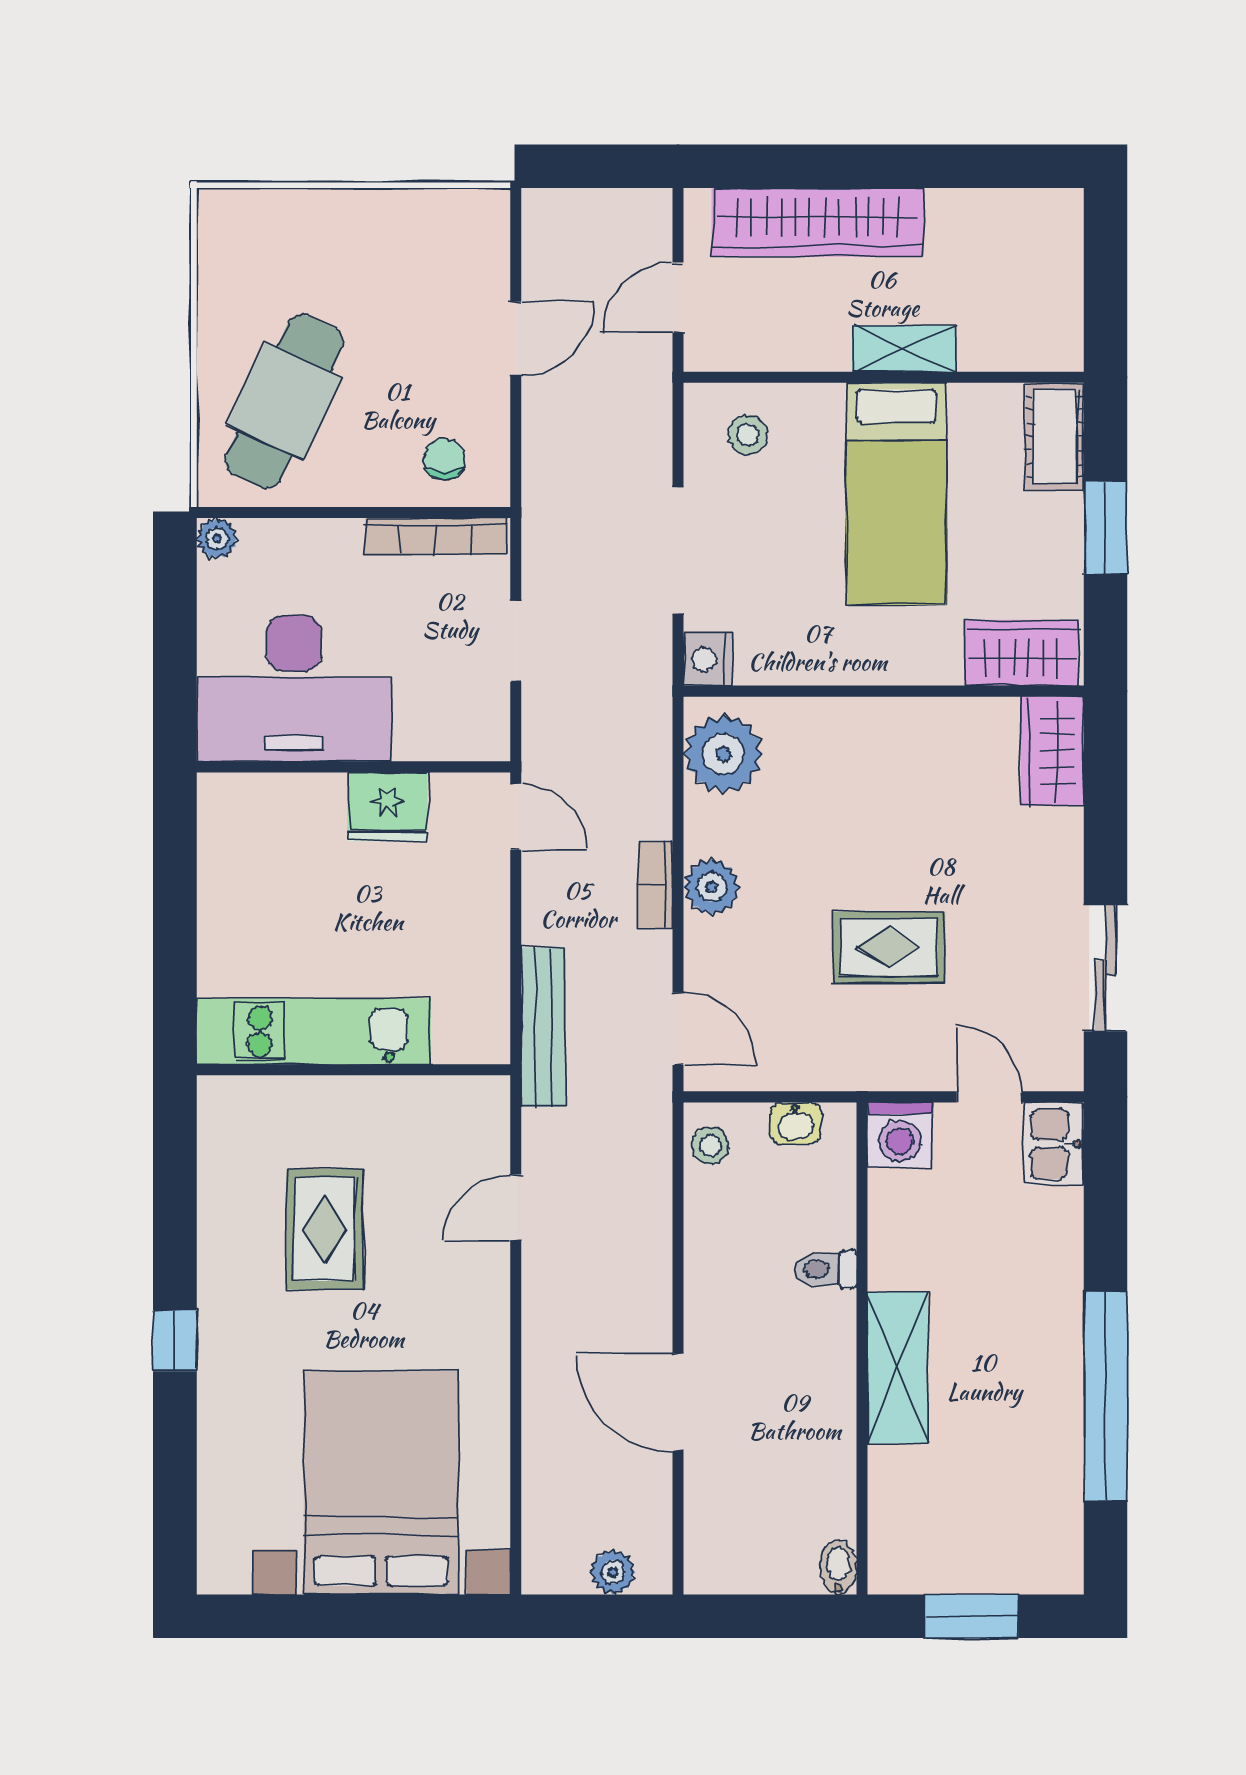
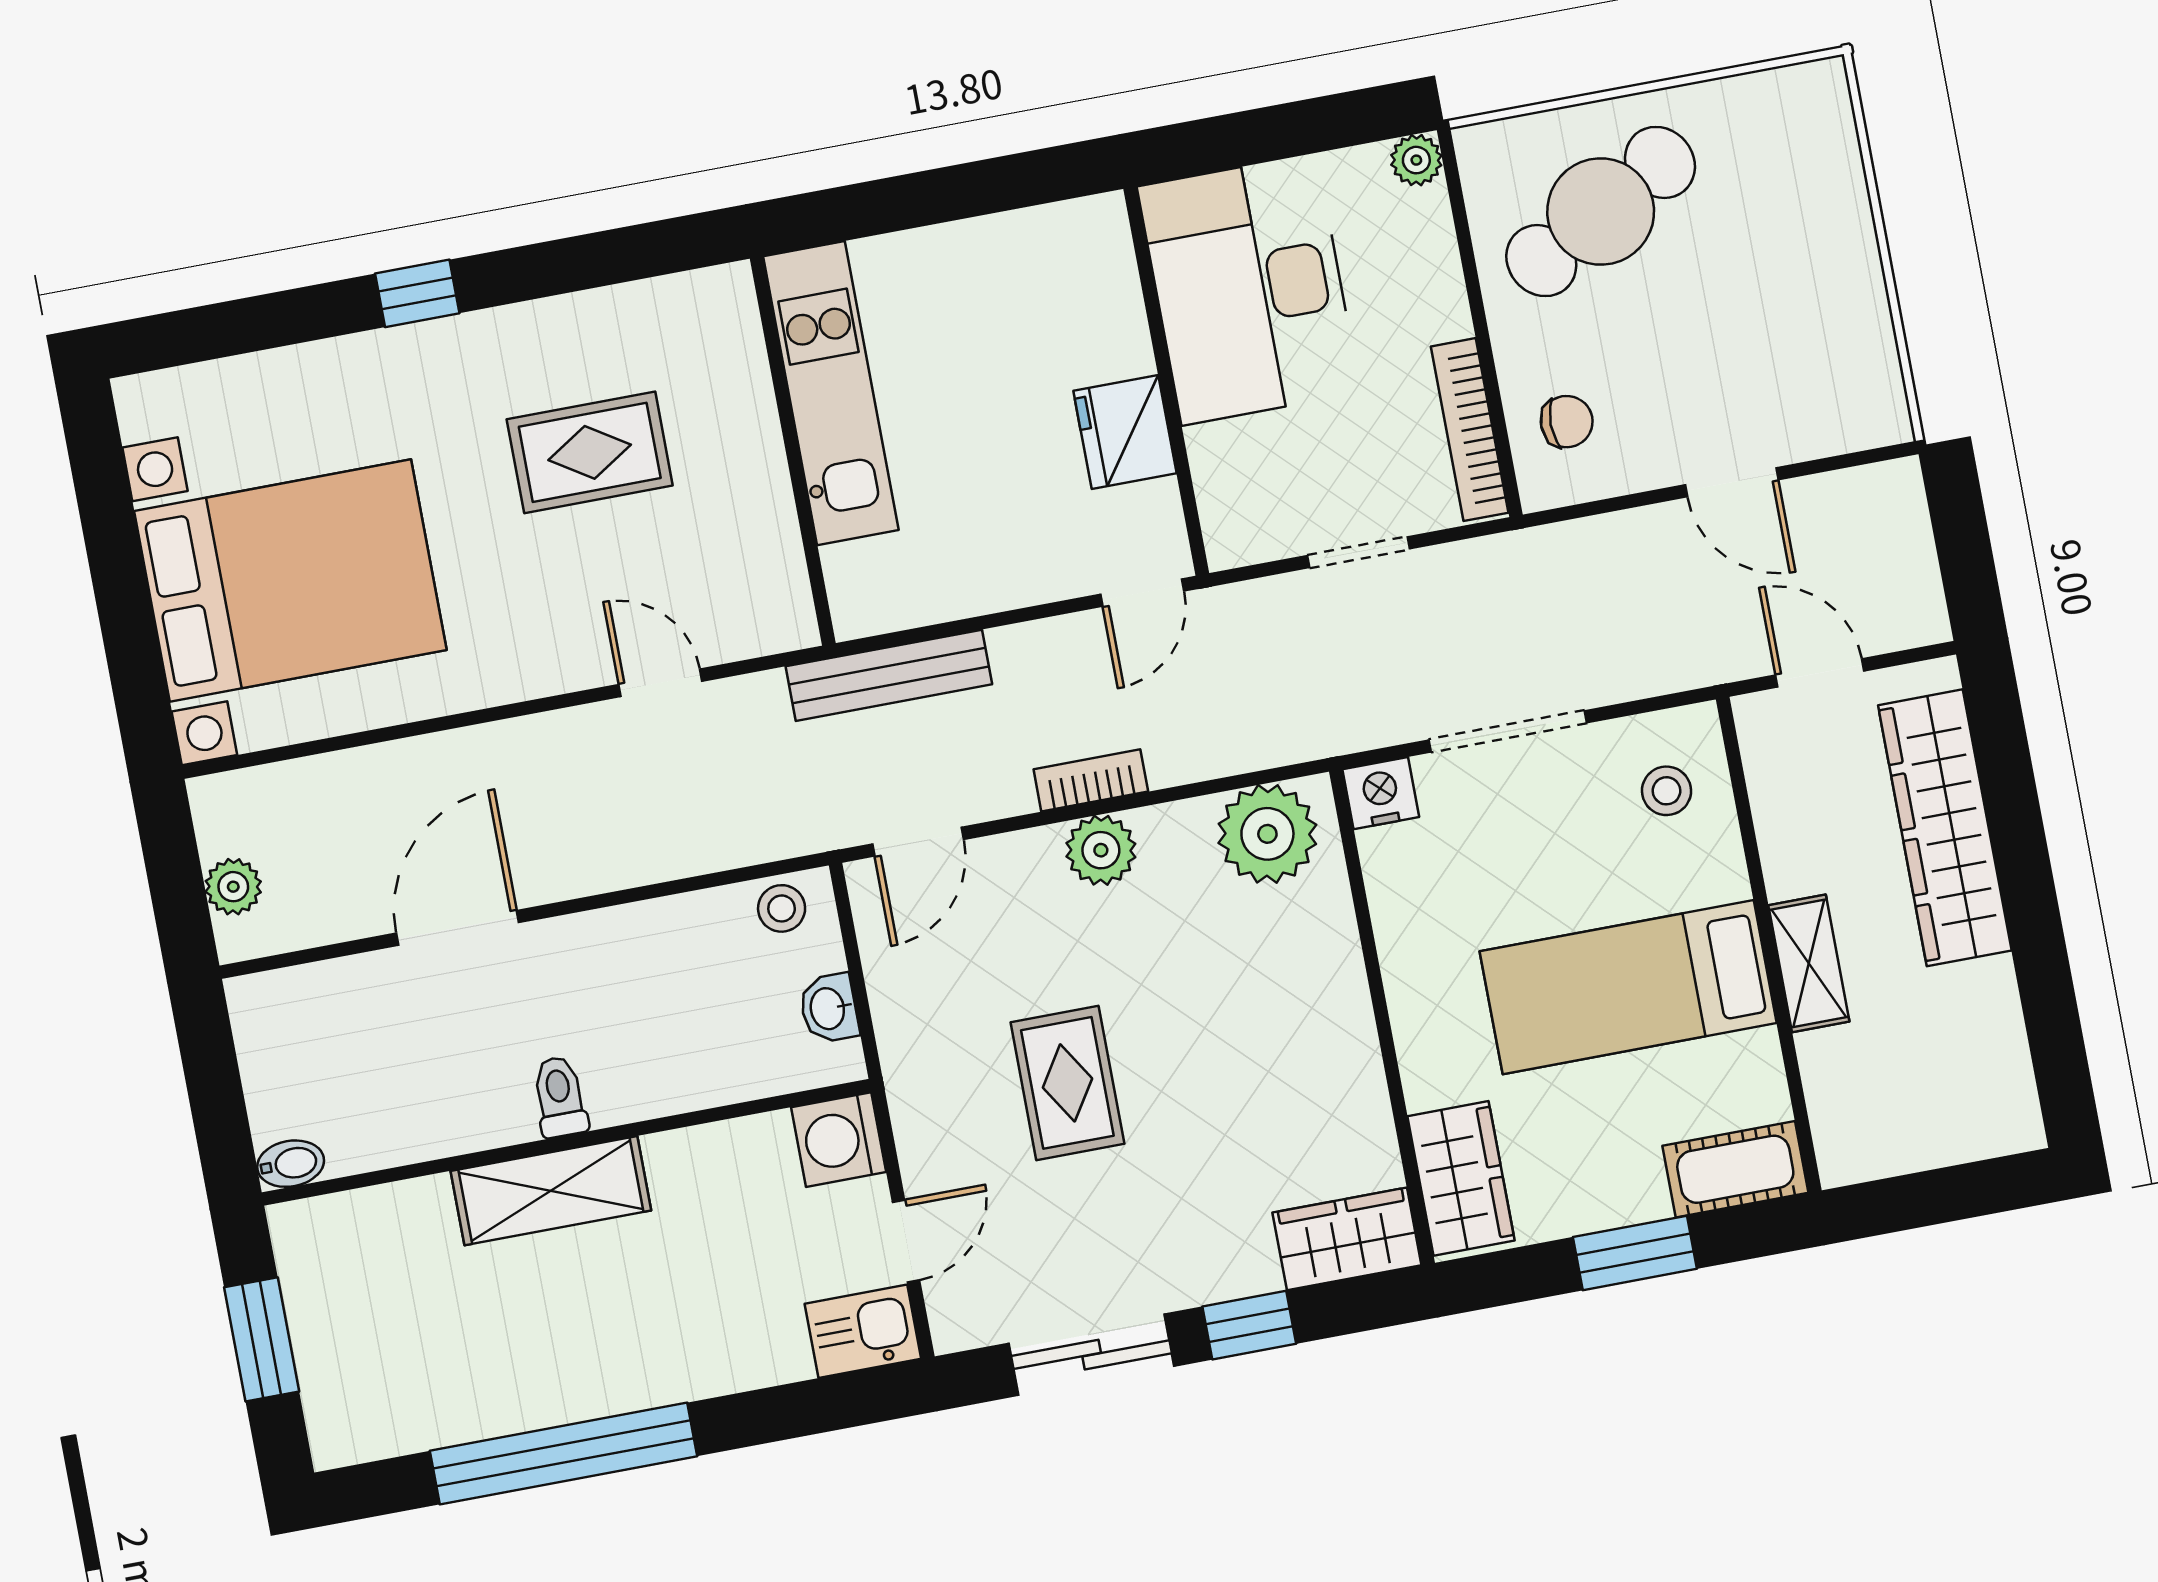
cafe table: (284, 402) -> (1601, 212), turned -54
window: (1105, 840) -> (1249, 1325), added
toilet: (825, 1269) -> (560, 1097), moved

